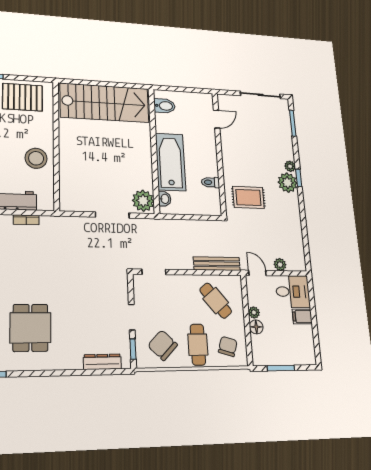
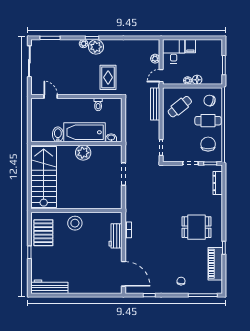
bidet: (164, 106) -> (58, 134), moved
stool: (36, 158) -> (75, 223), moved
plant: (143, 201) -> (83, 153), moved
chair: (163, 345) -> (208, 144), turned 136

